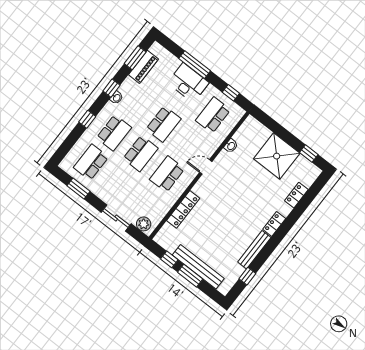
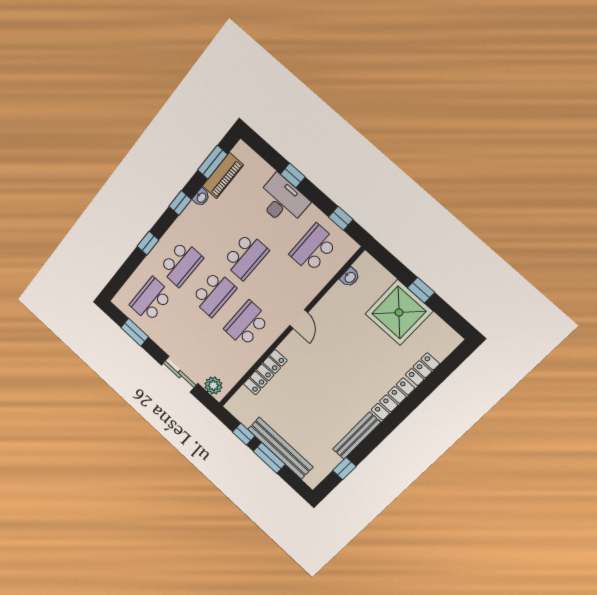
window: (195, 65) -> (293, 175), width x0.46
washbasin: (117, 98) -> (201, 197), moved
washbasin: (231, 146) -> (350, 277), moved
window: (309, 153) -> (421, 290), moved
door: (206, 167) -> (299, 319), swing flipped
locker: (274, 224) -> (393, 399), width x1.53

